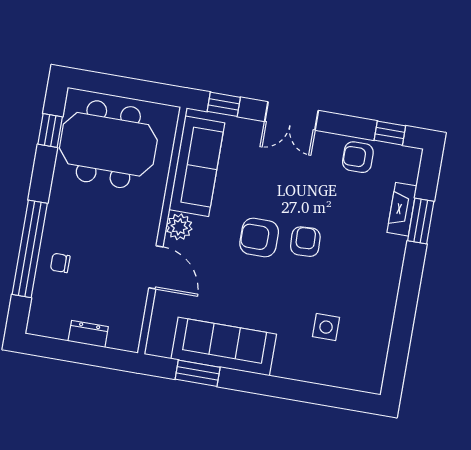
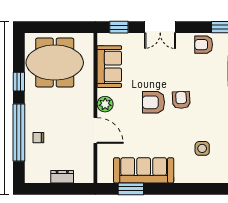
window: (50, 131) -> (19, 82), moved
sofa: (197, 166) -> (109, 67), width x0.73

